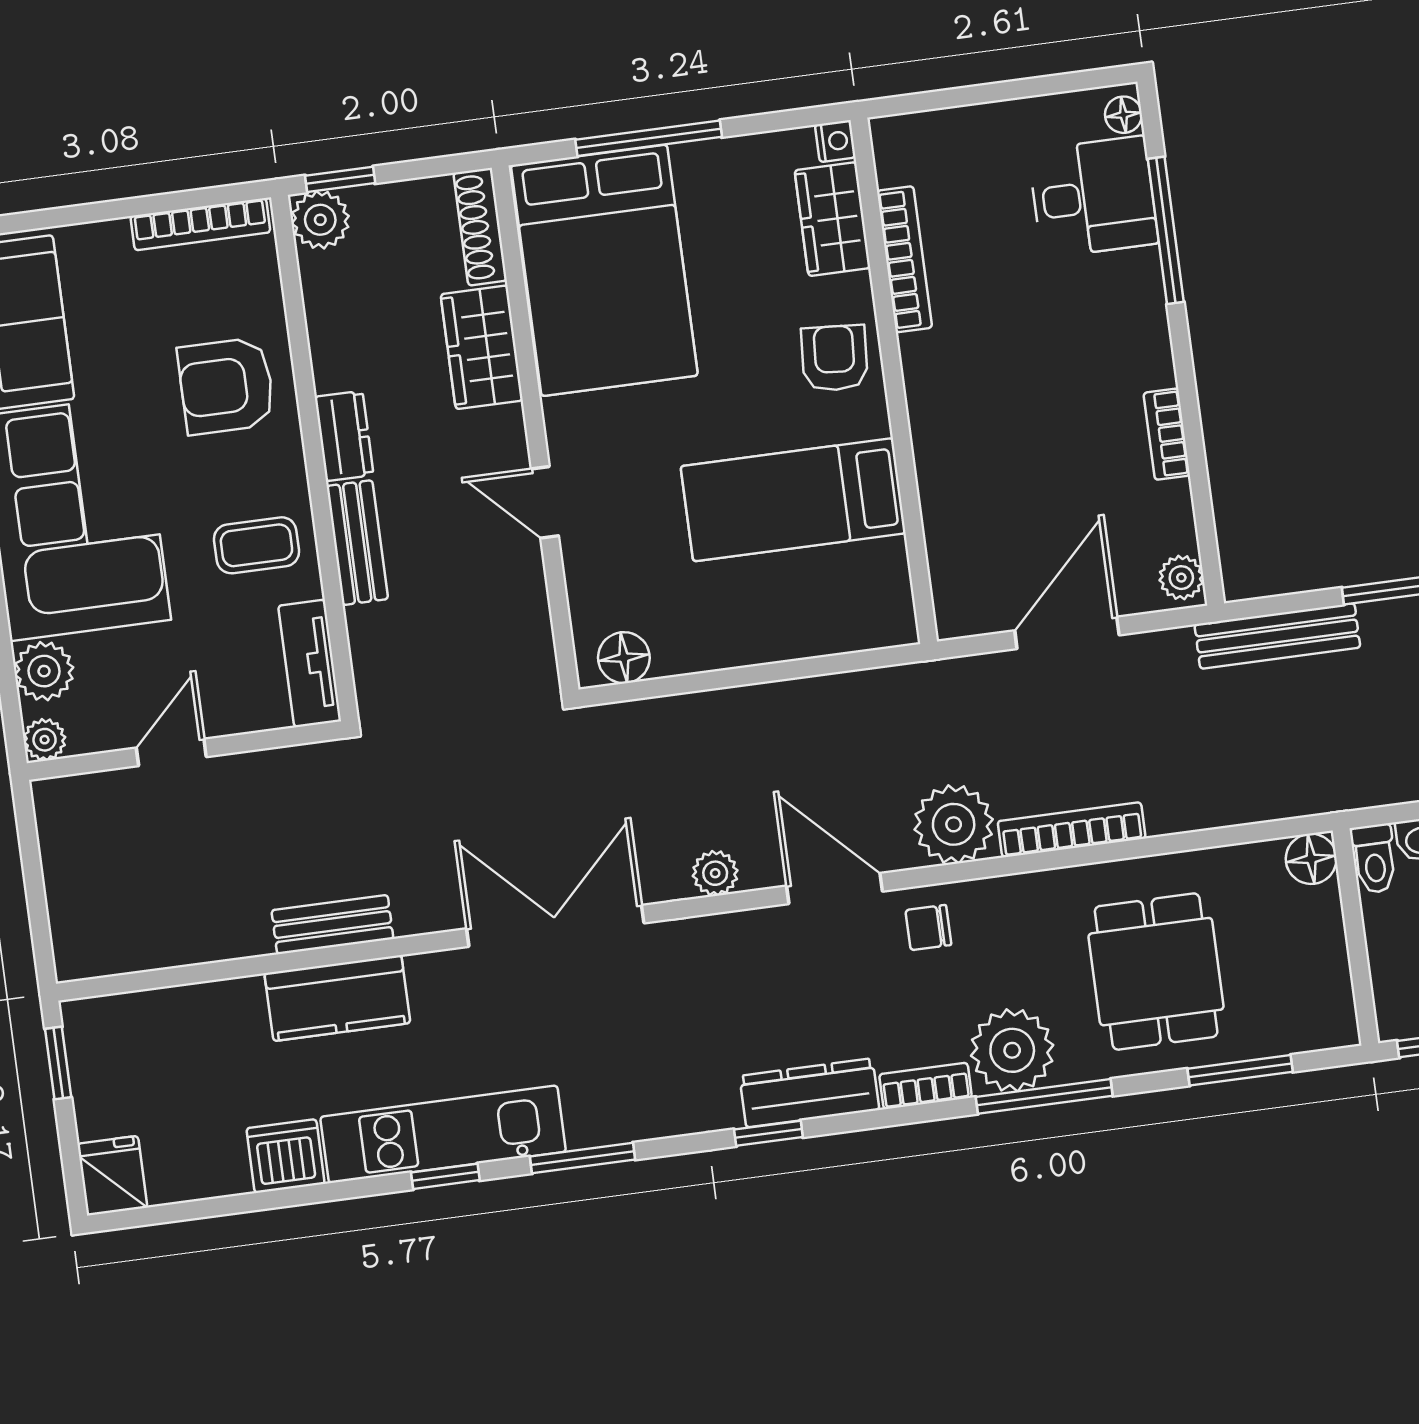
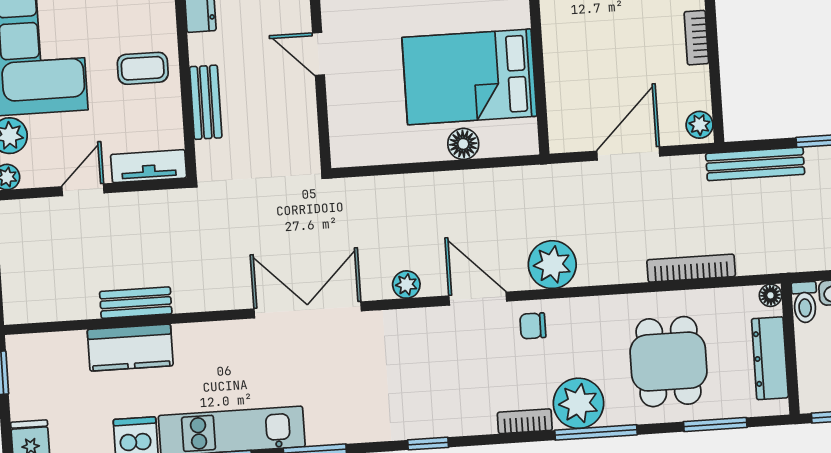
bed: (793, 500) -> (469, 77), width x1.50
bench: (357, 543) -> (206, 102), moved
floor lamp: (624, 658) -> (463, 144), moved
tv unit: (310, 663) -> (149, 166), moved, turned 90
bookcase: (1072, 830) -> (691, 268), moved
floor lamp: (1311, 859) -> (770, 295), width x0.73, depth x0.73
bench: (332, 925) -> (136, 303), moved
kitchen counter: (337, 998) -> (130, 348), moved
dresser: (809, 1093) -> (770, 358), moved, turned -90

